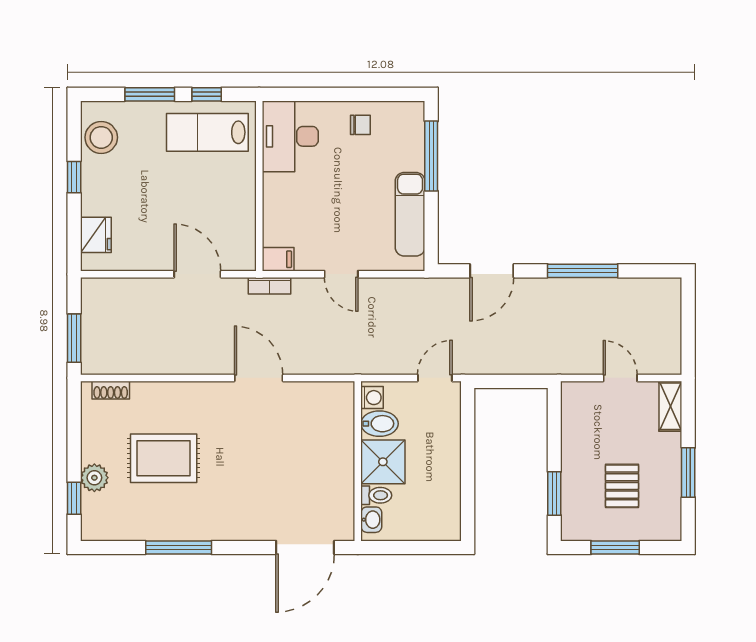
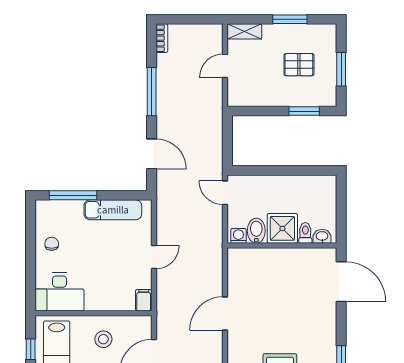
stool: (221, 200) -> (103, 339), added
bookcase: (270, 286) -> (162, 38), moved

